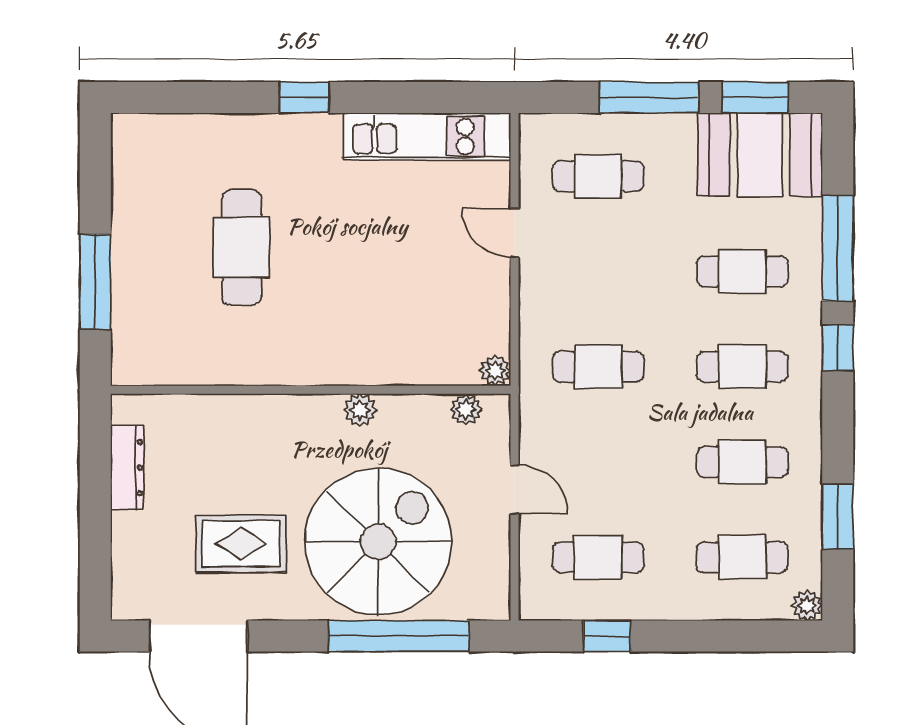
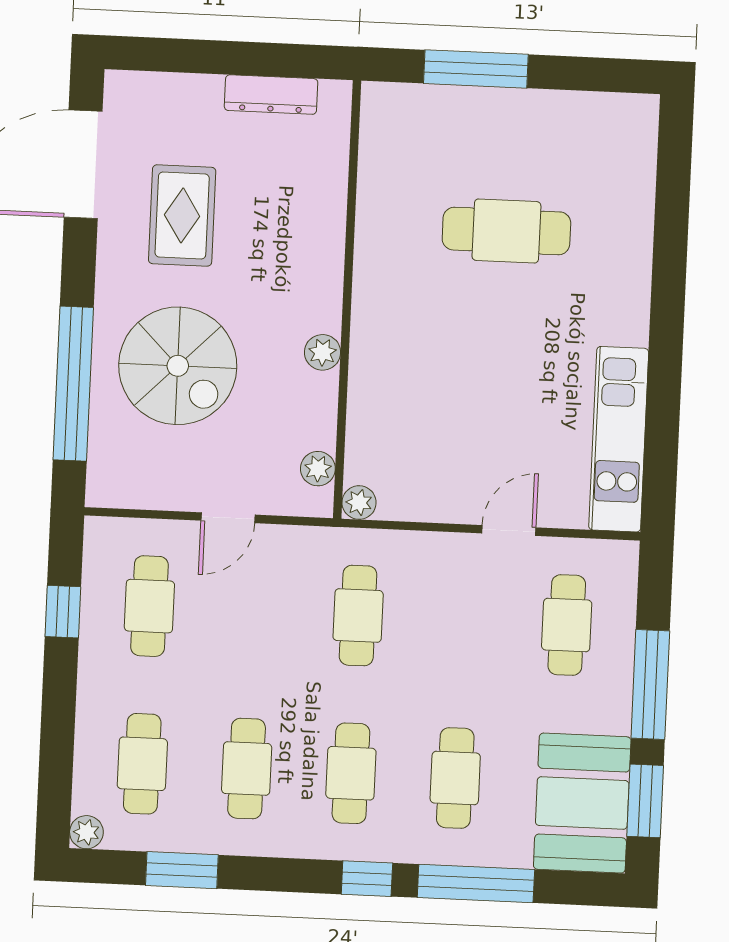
window: (304, 97) -> (668, 307), removed
spiral stairs: (378, 541) -> (178, 366), width x0.73, depth x0.73

